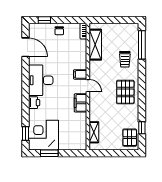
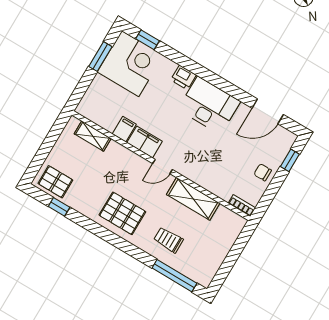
shelving: (95, 45) -> (193, 199), moved
filing cabinet: (80, 74) -> (124, 129), moved

